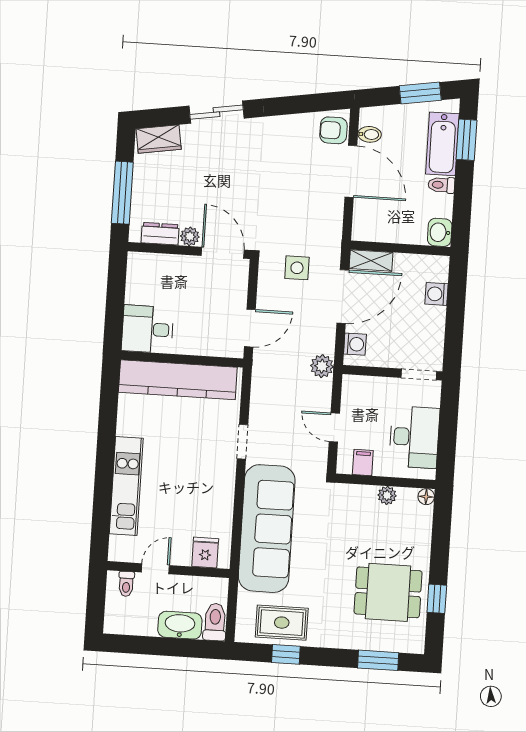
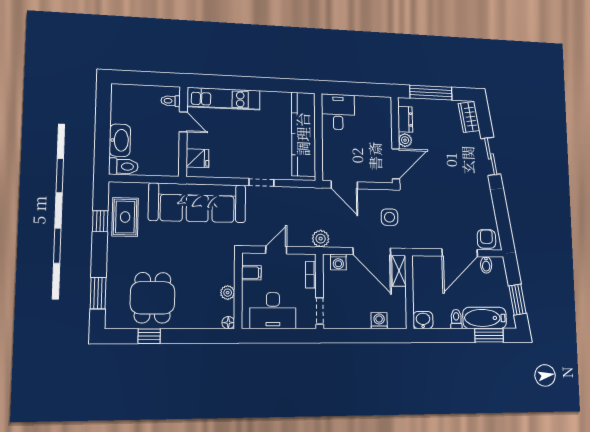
bookcase: (370, 383) -> (311, 275), added
fridge: (205, 552) -> (197, 158), moved
door: (155, 569) -> (183, 122), moved
wall: (168, 570) -> (183, 131), moved
toilet: (126, 584) -> (171, 101), moved

